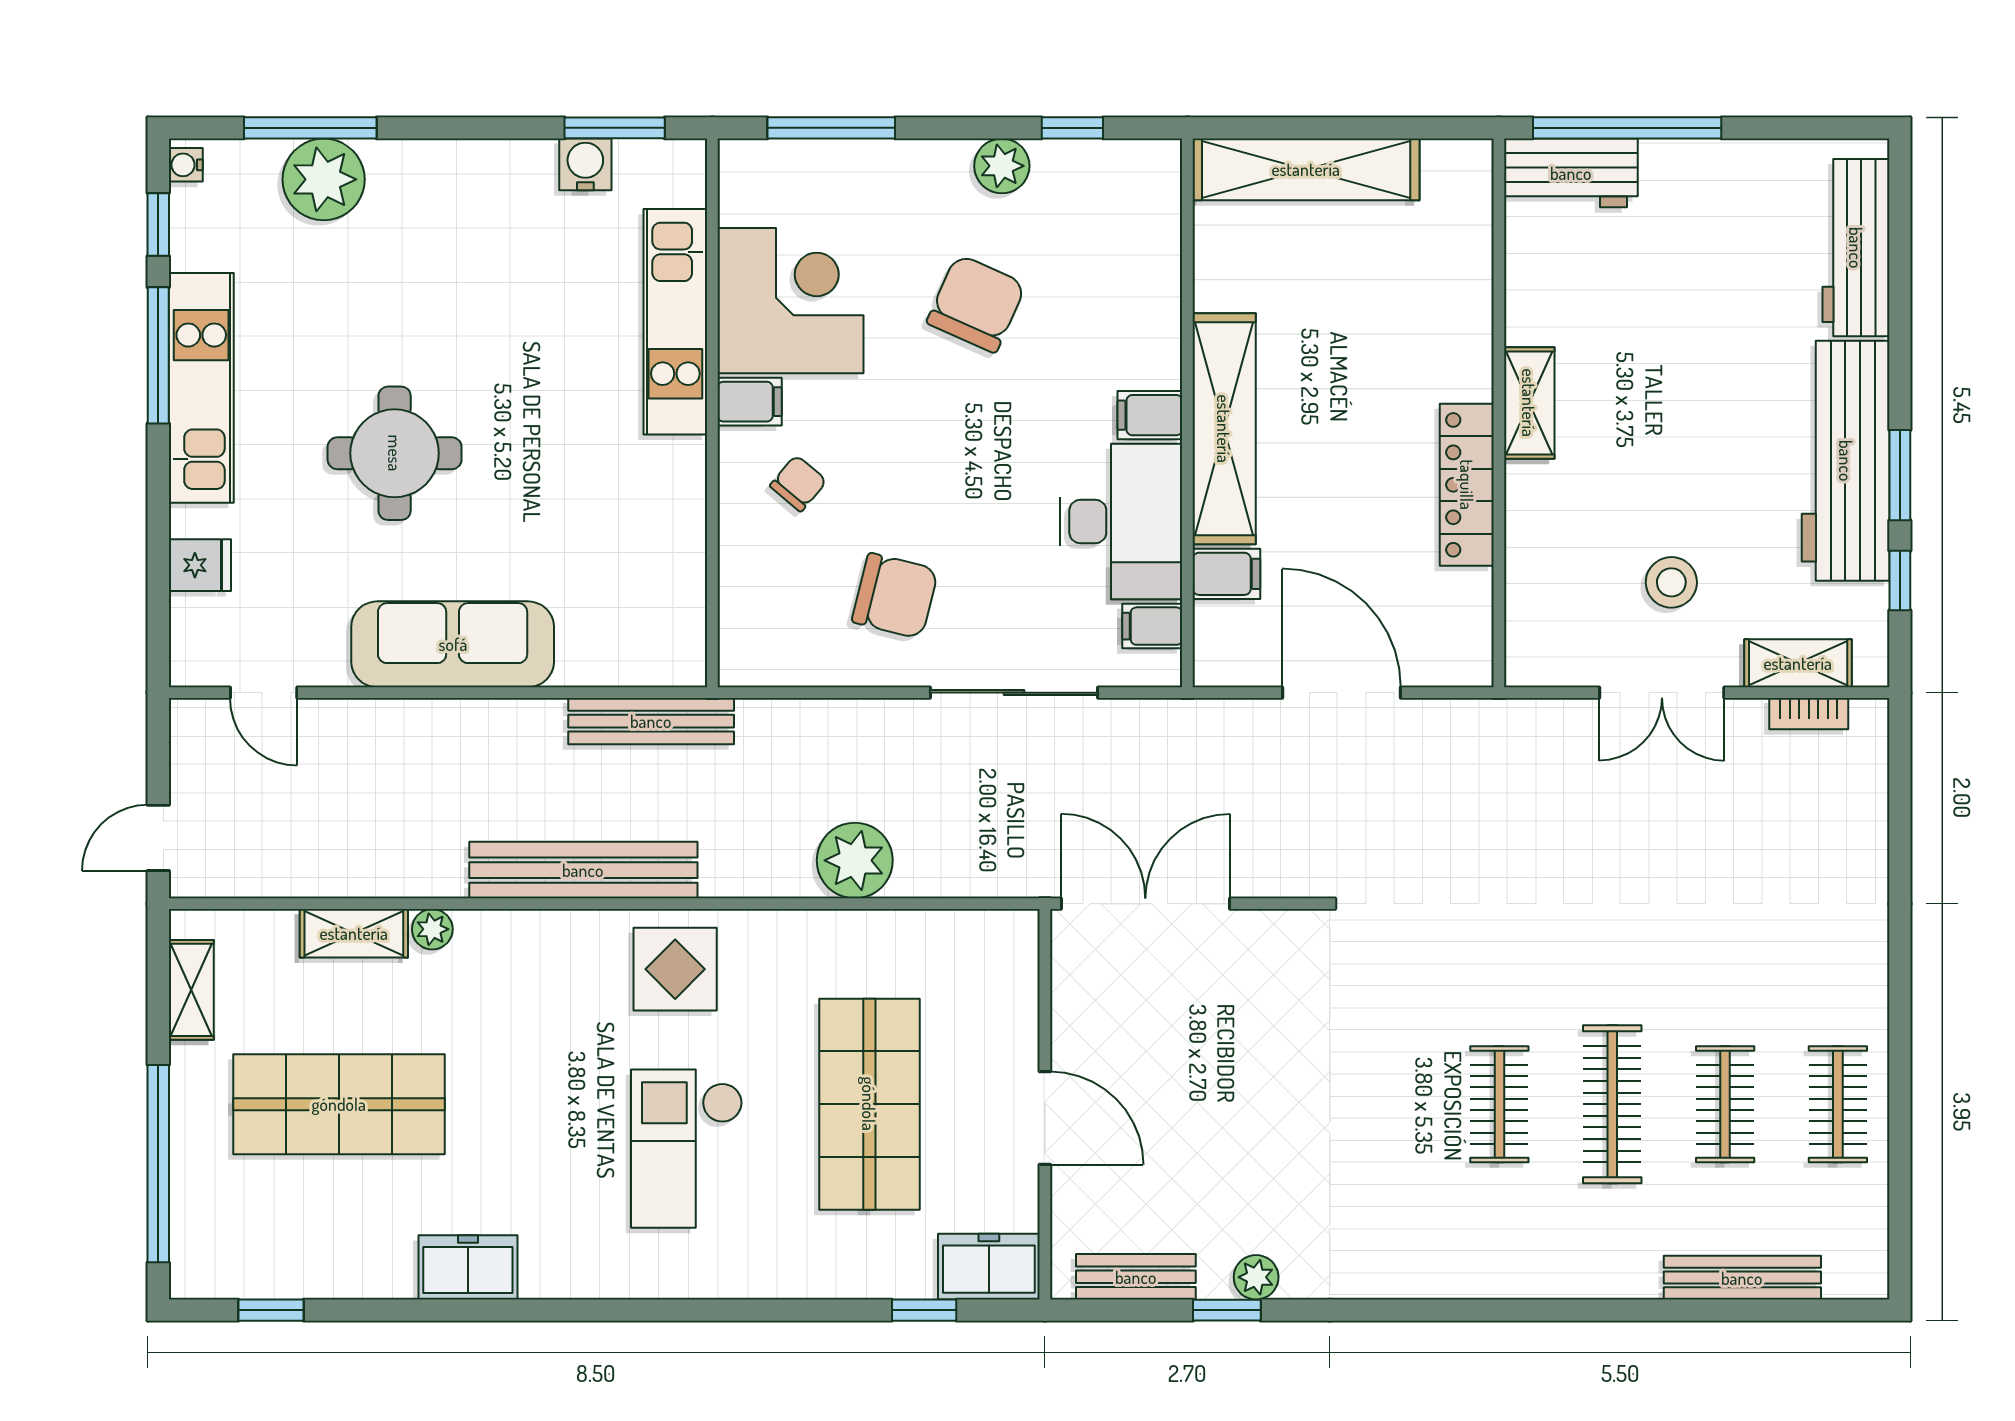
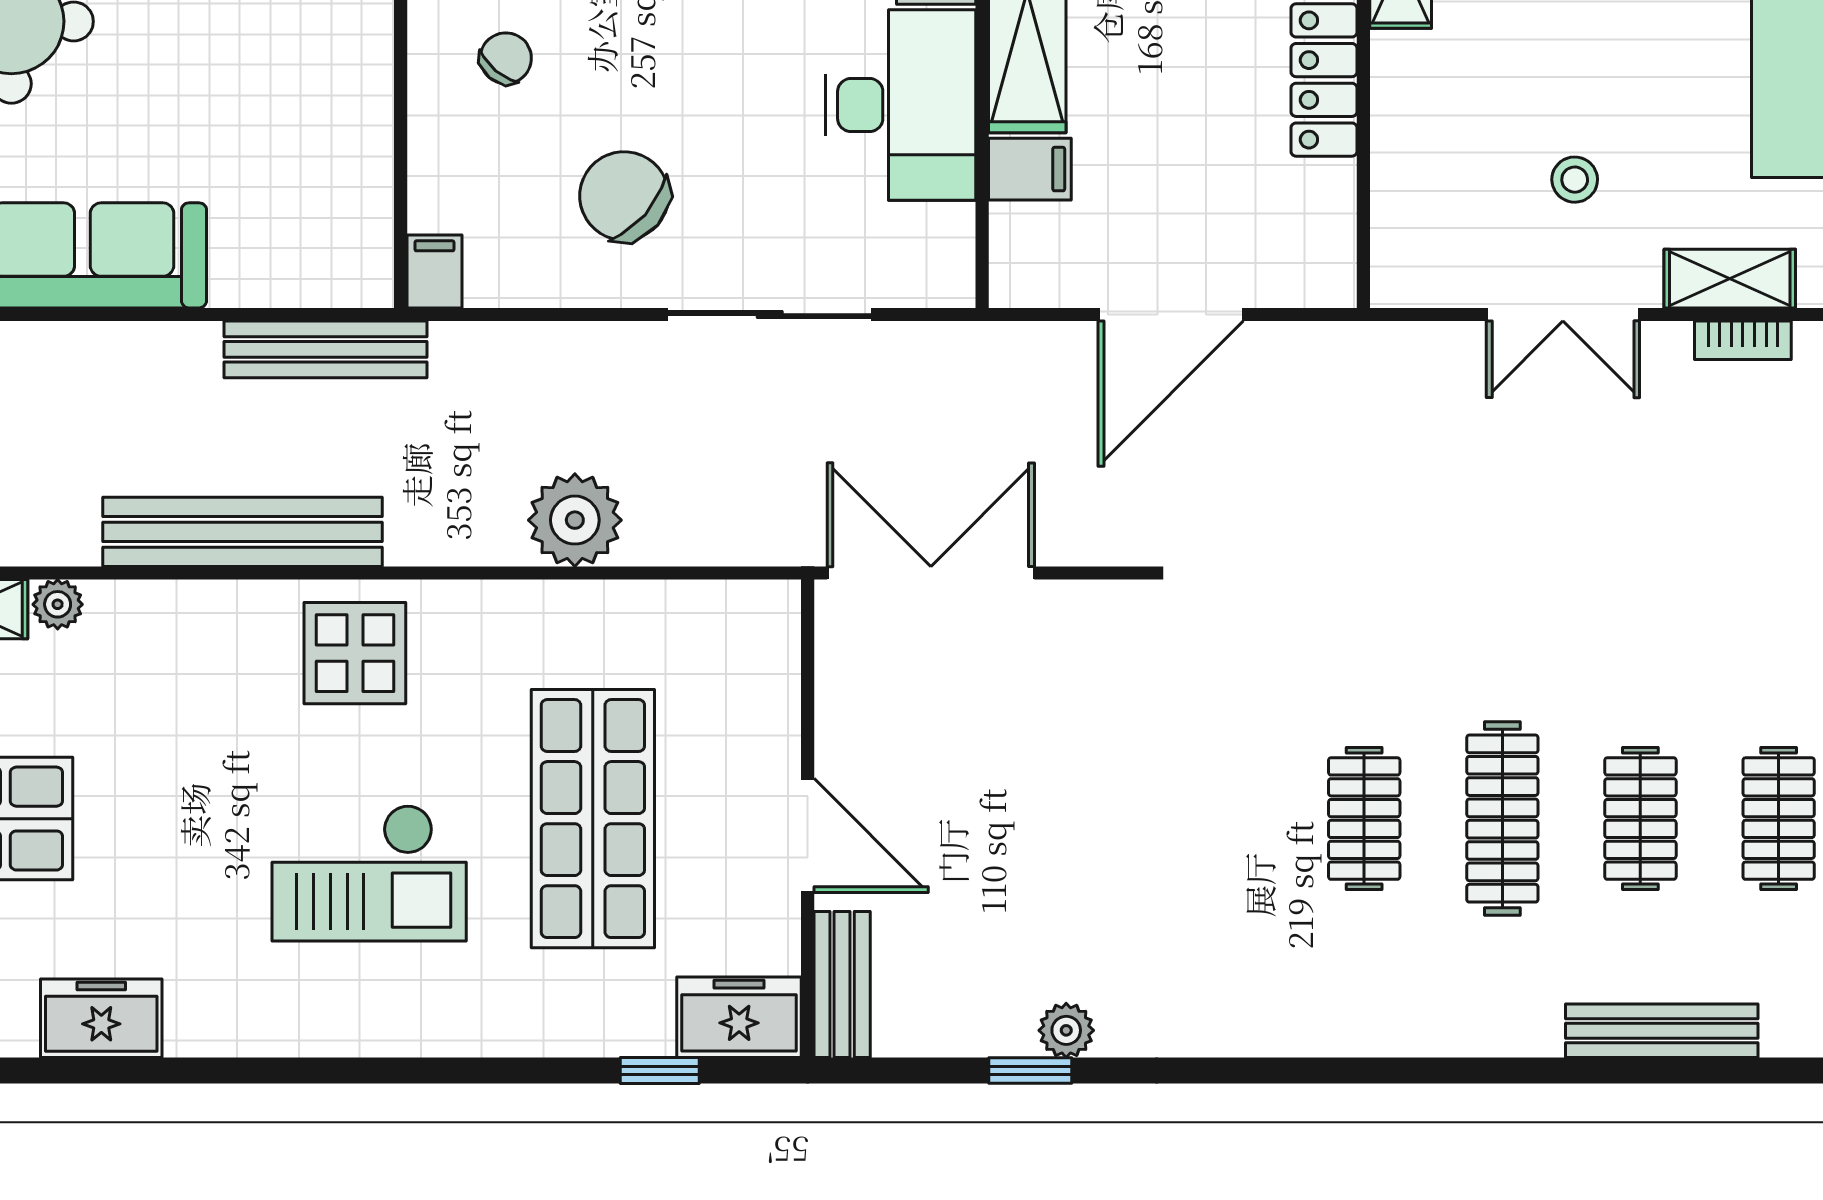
stool: (1671, 582) -> (1575, 180), width x0.73, depth x0.73
chair: (895, 596) -> (624, 196), turned -153
filing cabinet: (1152, 626) -> (434, 271), moved, turned 90
door: (1341, 693) -> (1171, 315), swing flipped
checkout: (687, 1149) -> (369, 873), turned -90
bench: (1136, 1277) -> (842, 984), moved, turned 90

